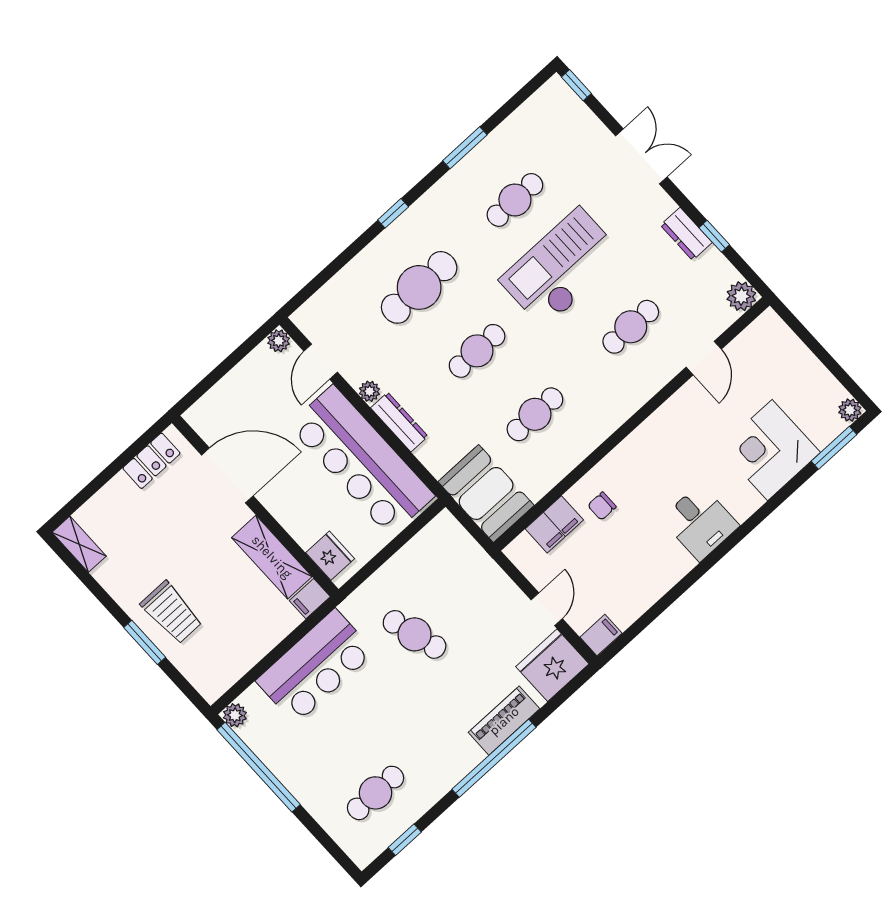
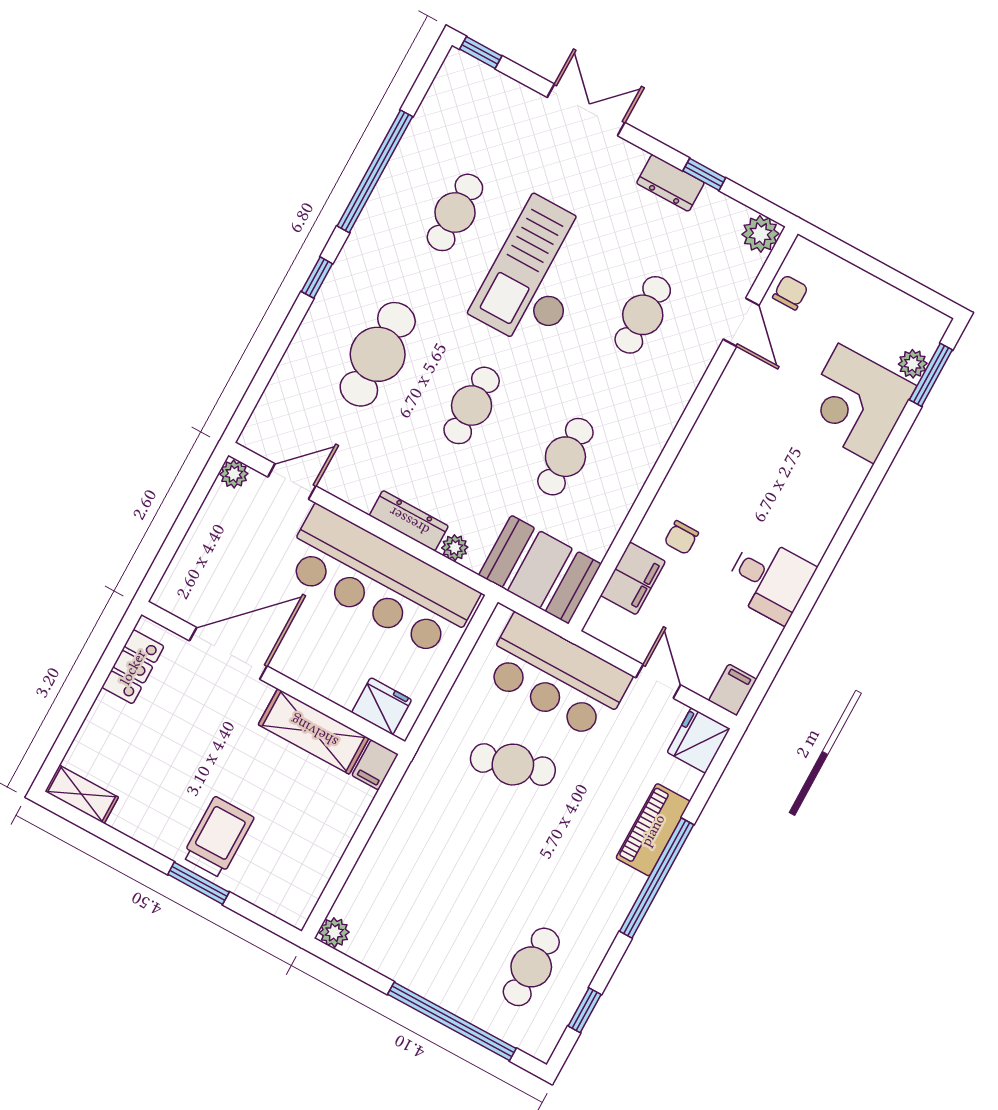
window: (465, 148) -> (375, 171), width x2.11
chair: (749, 348) -> (790, 293), added
door: (321, 362) -> (292, 482), swing flipped
plant: (369, 391) -> (455, 548), moved
plant: (850, 410) -> (913, 364), moved
desk: (700, 522) -> (769, 579), moved
trolley: (172, 613) -> (218, 837), turned -90
fridge: (552, 665) -> (699, 740), width x0.73, depth x0.75
bar counter: (315, 667) -> (556, 677), moved, turned 90
window: (259, 767) -> (452, 1021), moved

